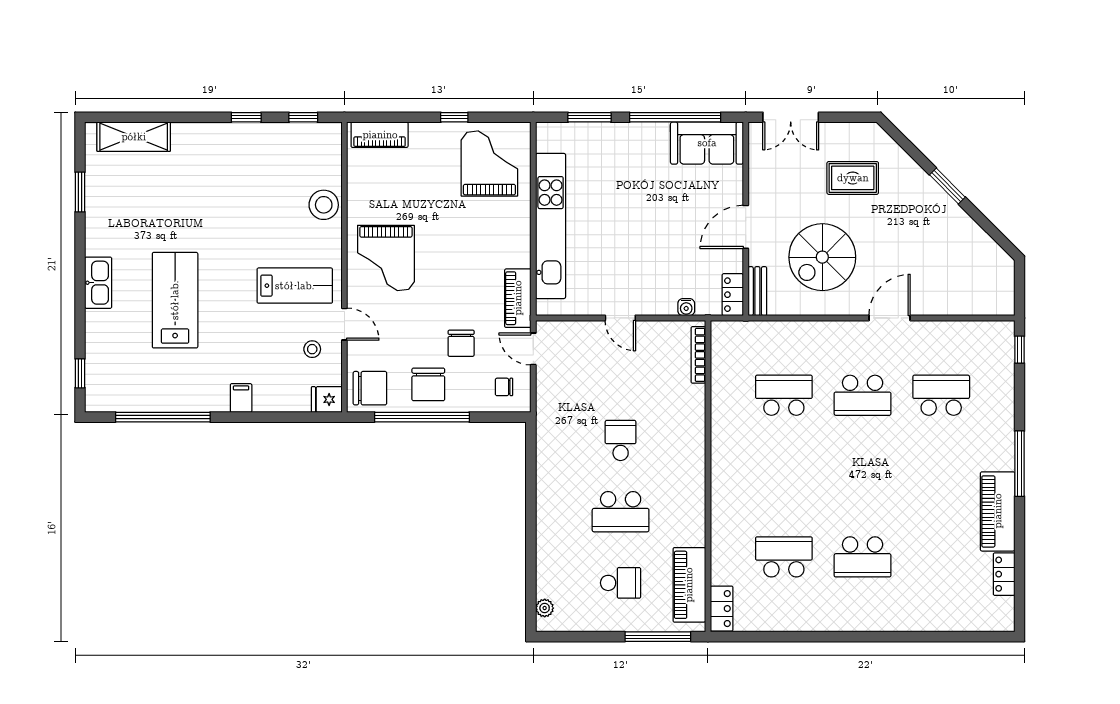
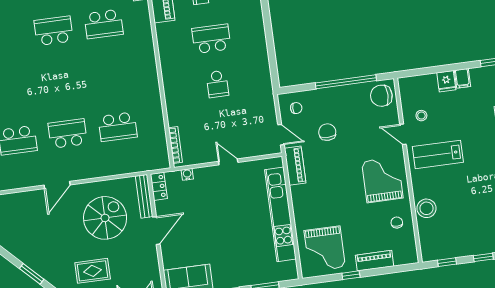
piano: (380, 135) -> (374, 261), moved
bench: (757, 291) -> (144, 196), width x1.36
chair: (428, 384) -> (397, 223), moved, width x0.54, depth x0.54
fridge: (327, 399) -> (446, 81), moved, turned 90

